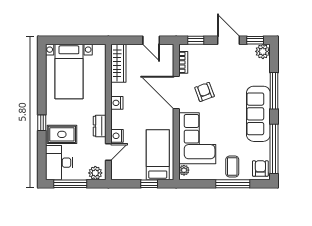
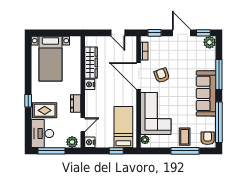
wardrobe: (118, 63) -> (91, 63), moved
nightstand: (117, 136) -> (90, 142), moved

